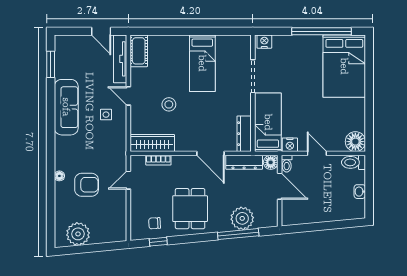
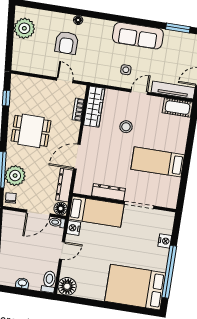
nightstand: (264, 42) -> (165, 241), moved
dresser: (244, 134) -> (108, 192), moved
chair: (155, 223) -> (11, 198), moved

